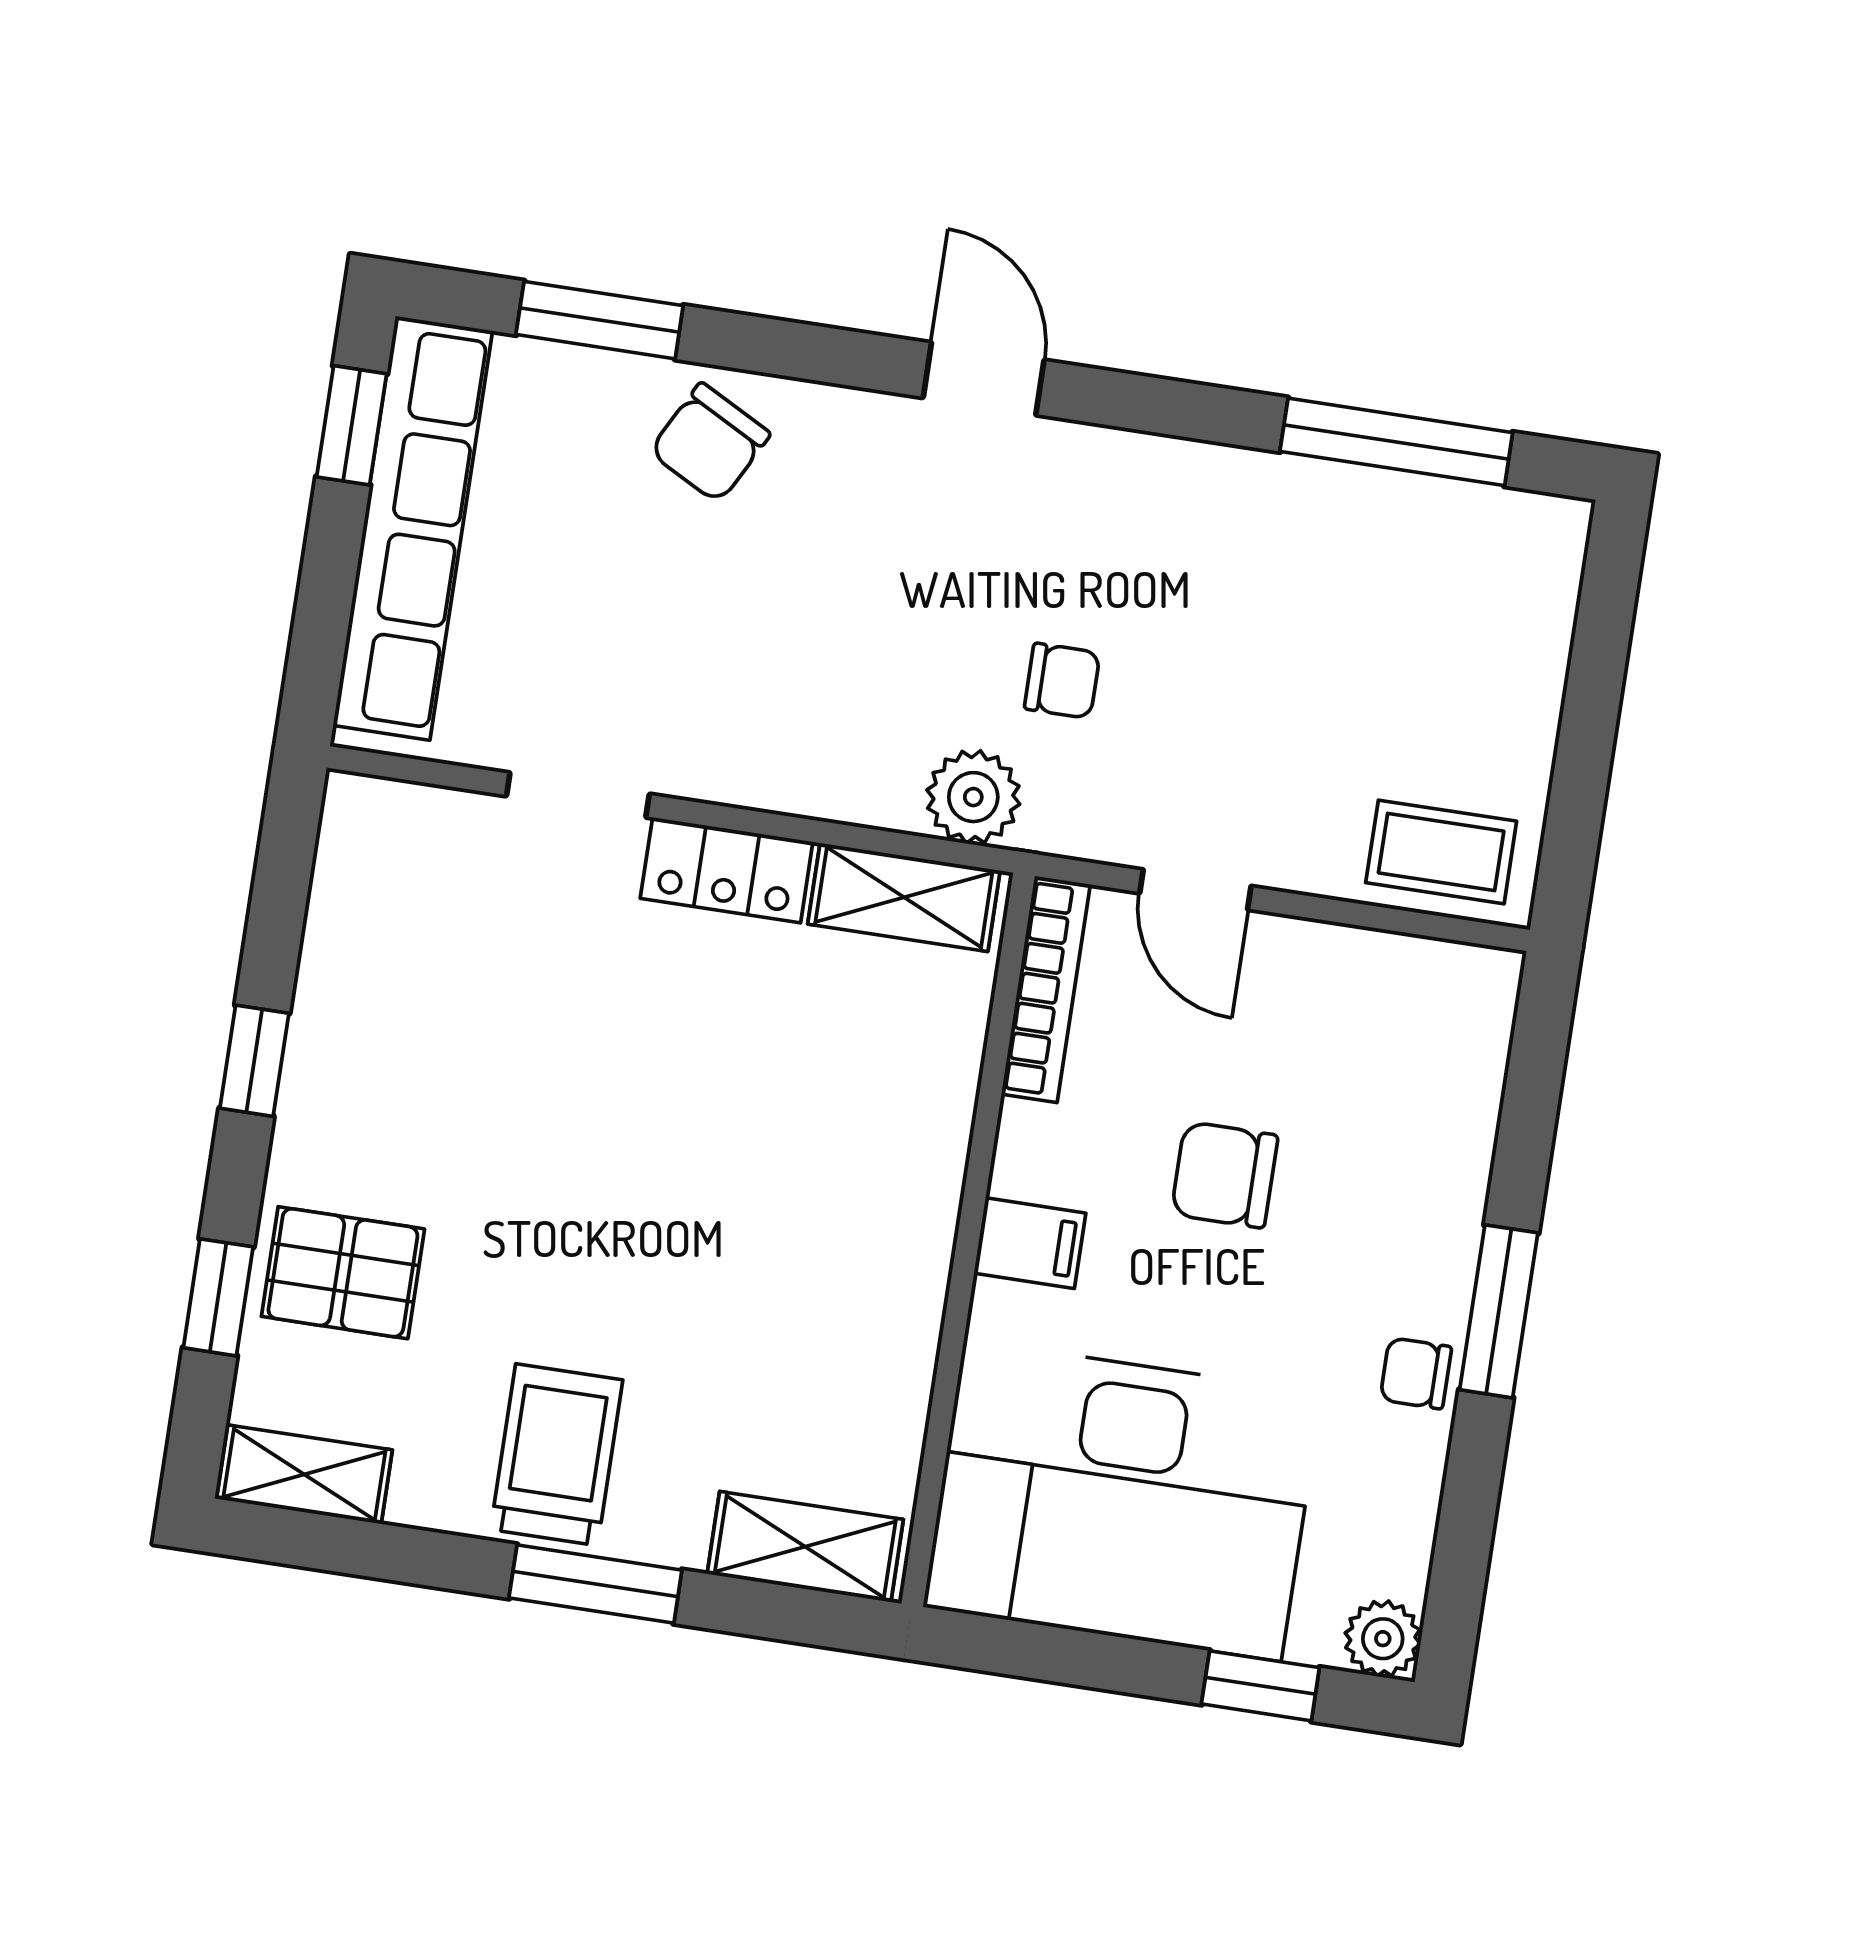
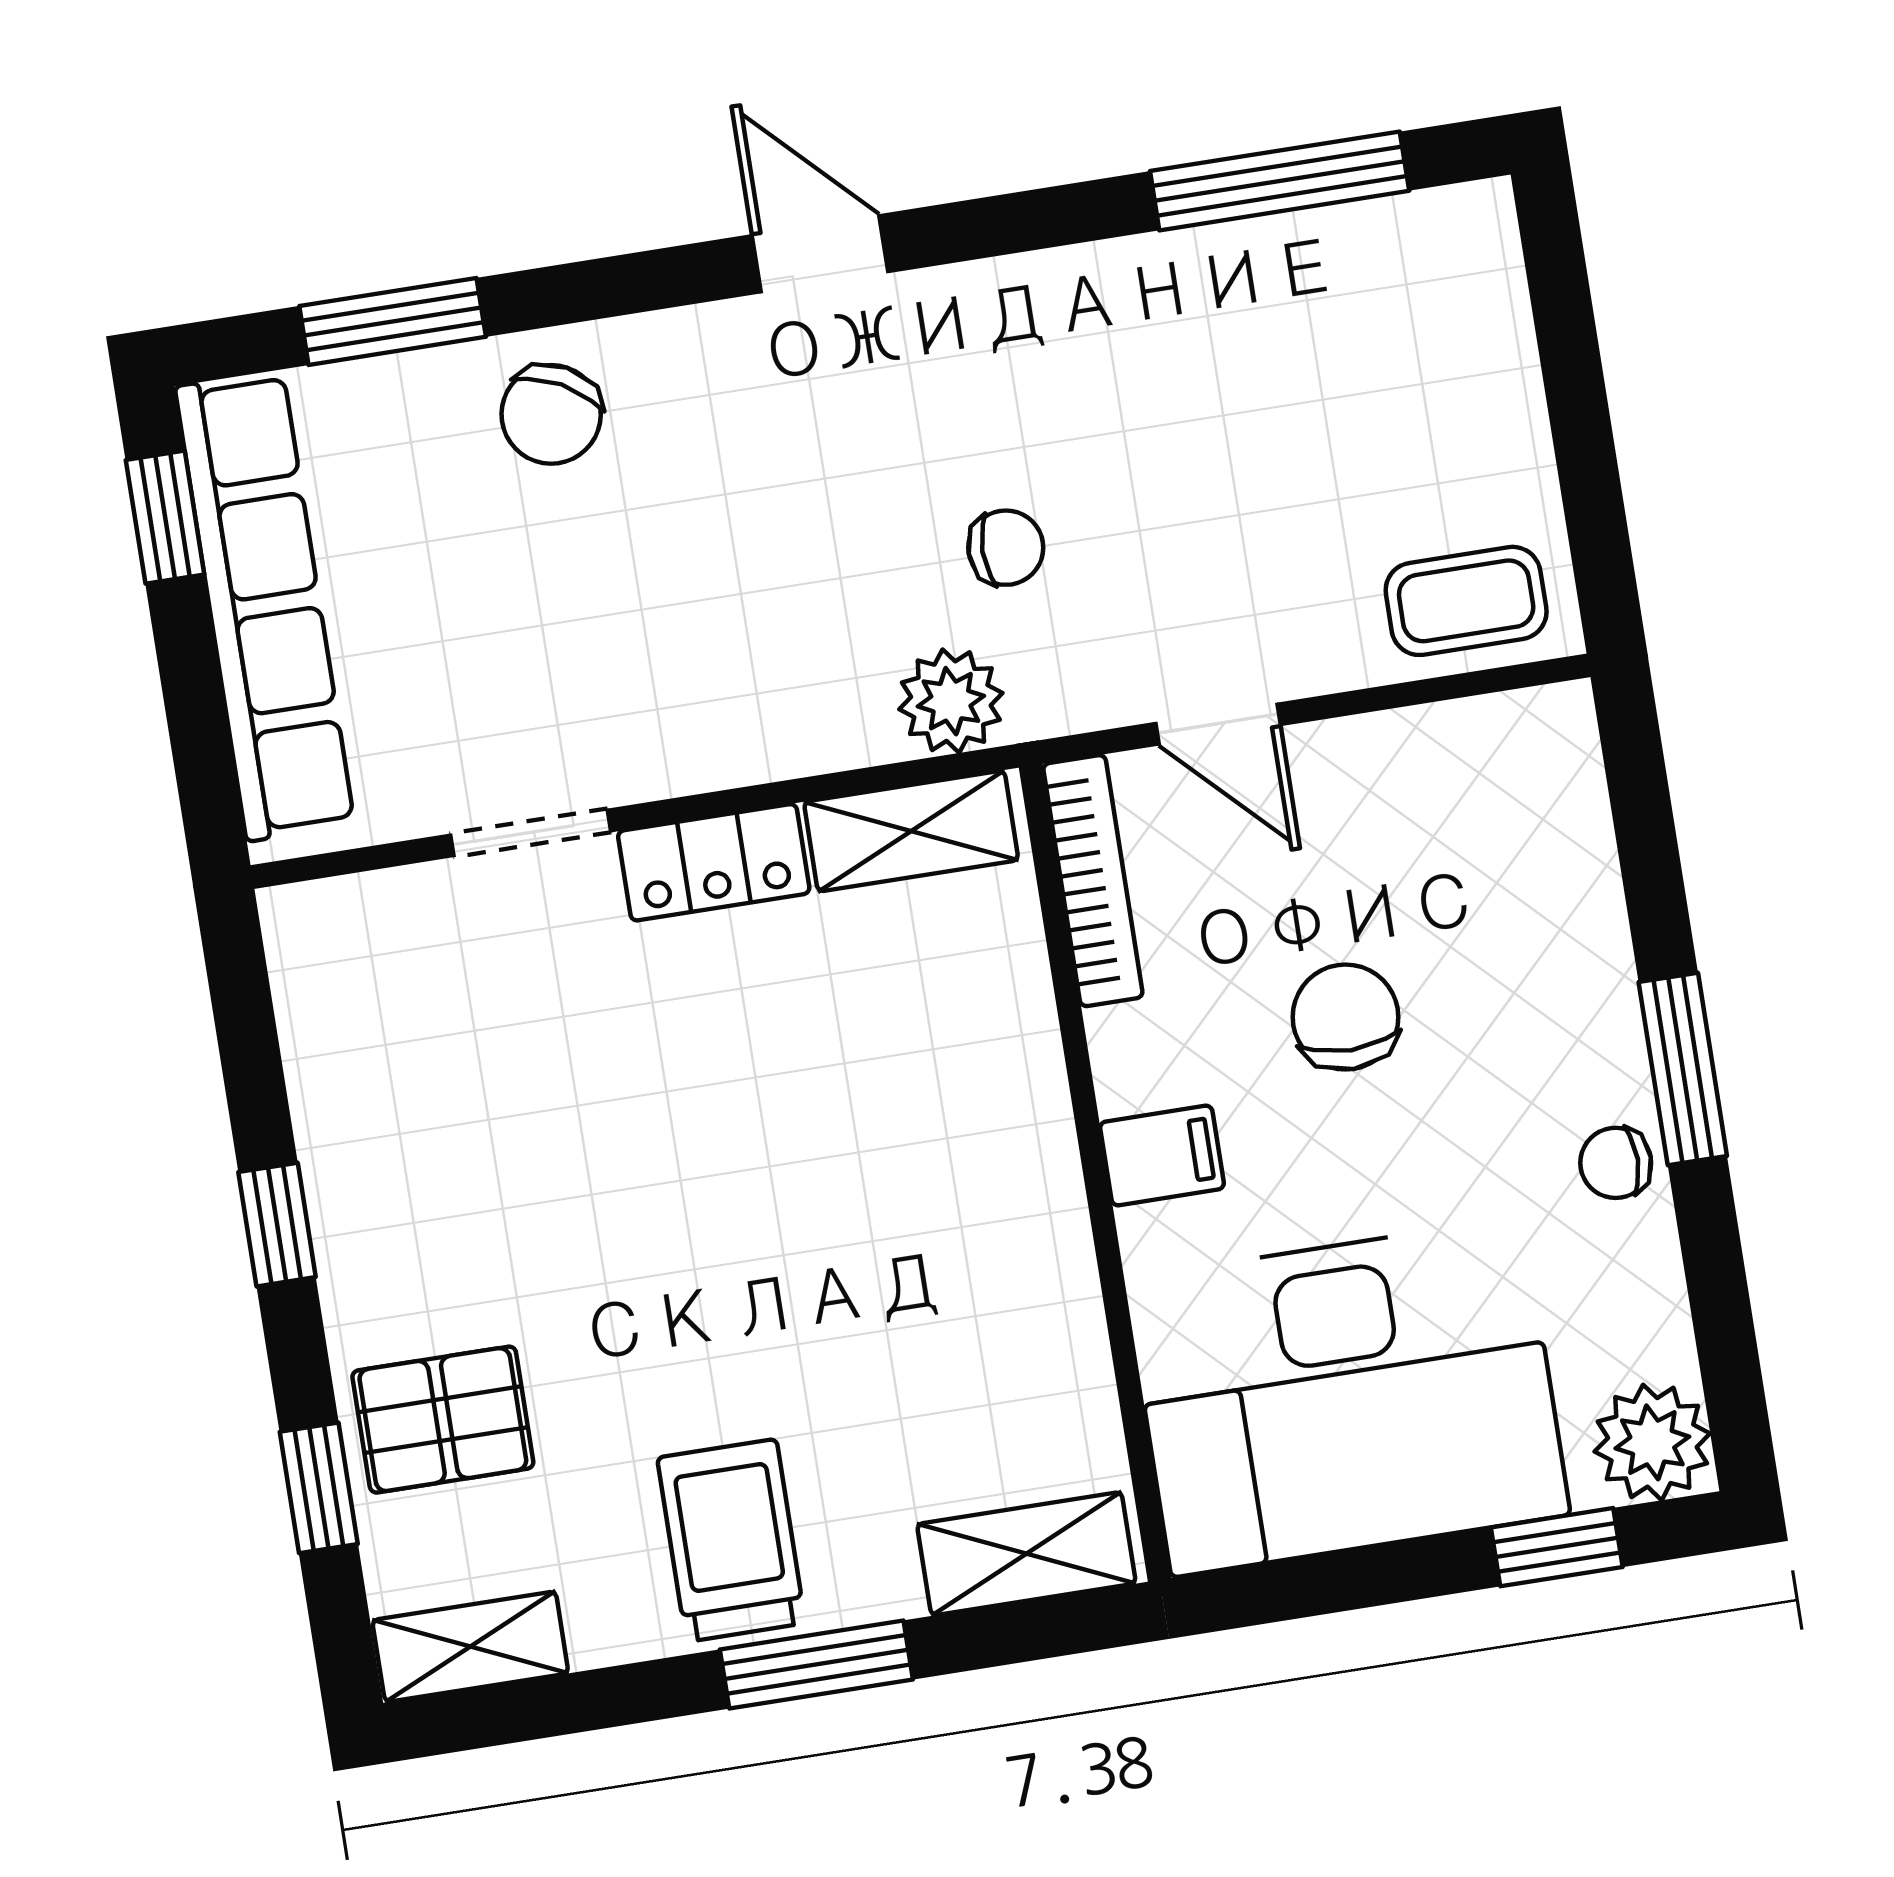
chair: (1225, 1175) -> (1345, 1017), turned 90
plant: (1383, 1639) -> (1652, 1442), width x1.38, depth x1.38

